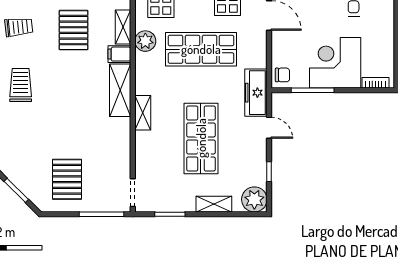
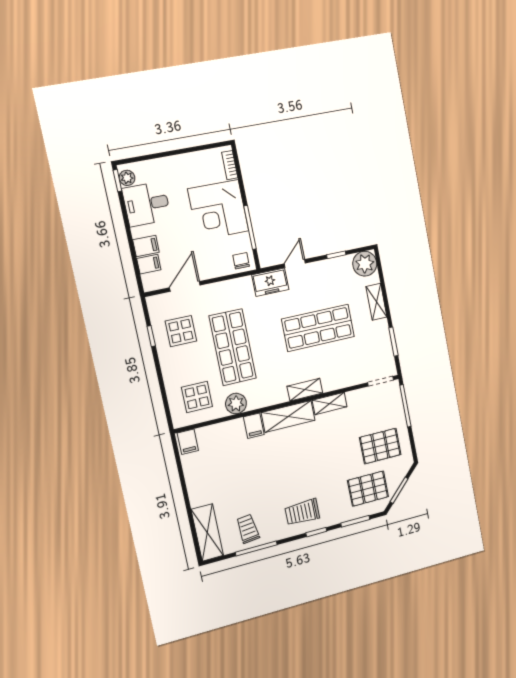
shelving: (123, 27) -> (330, 403), moved
pallet: (74, 30) -> (368, 489), moved
freezer: (256, 93) -> (270, 282), width x0.71

